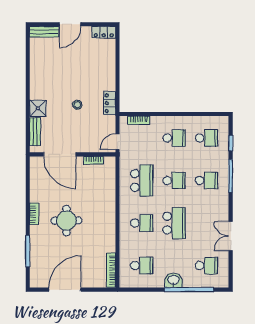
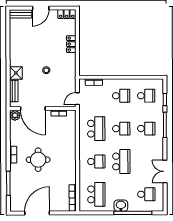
locker: (110, 103) -> (71, 44), moved
plant: (37, 163) -> (15, 115), added
school desk: (142, 266) -> (96, 194), width x1.85

